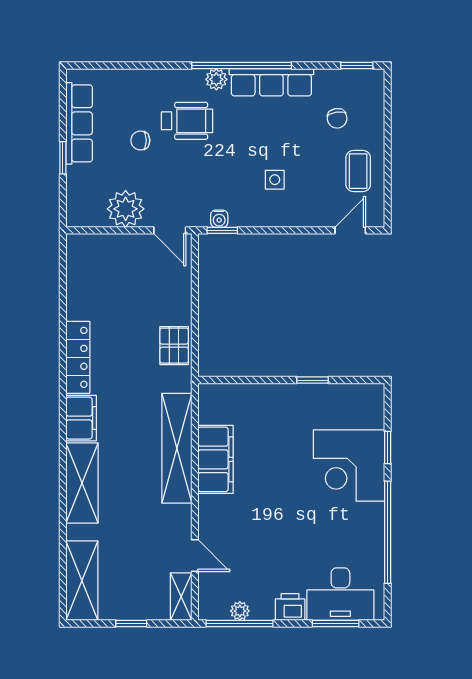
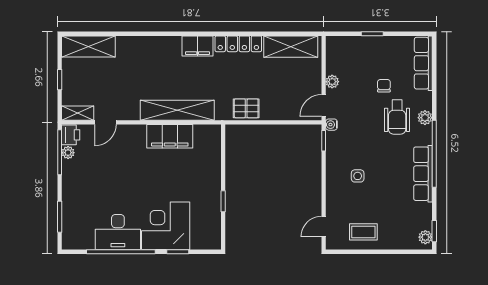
plant: (216, 79) -> (425, 118), moved
plant: (366, 79) -> (425, 237), added
chair: (337, 118) -> (399, 218), removed
row of seats: (79, 123) -> (423, 63), moved, turned 90
plant: (126, 209) -> (332, 82), width x0.53, depth x0.53
water cooler: (219, 219) -> (331, 125), moved
door: (350, 230) -> (324, 227), swing flipped
shelving: (82, 483) -> (291, 47), moved
desk: (340, 594) -> (118, 232), moved, turned -90
printer: (290, 607) -> (71, 135), moved

